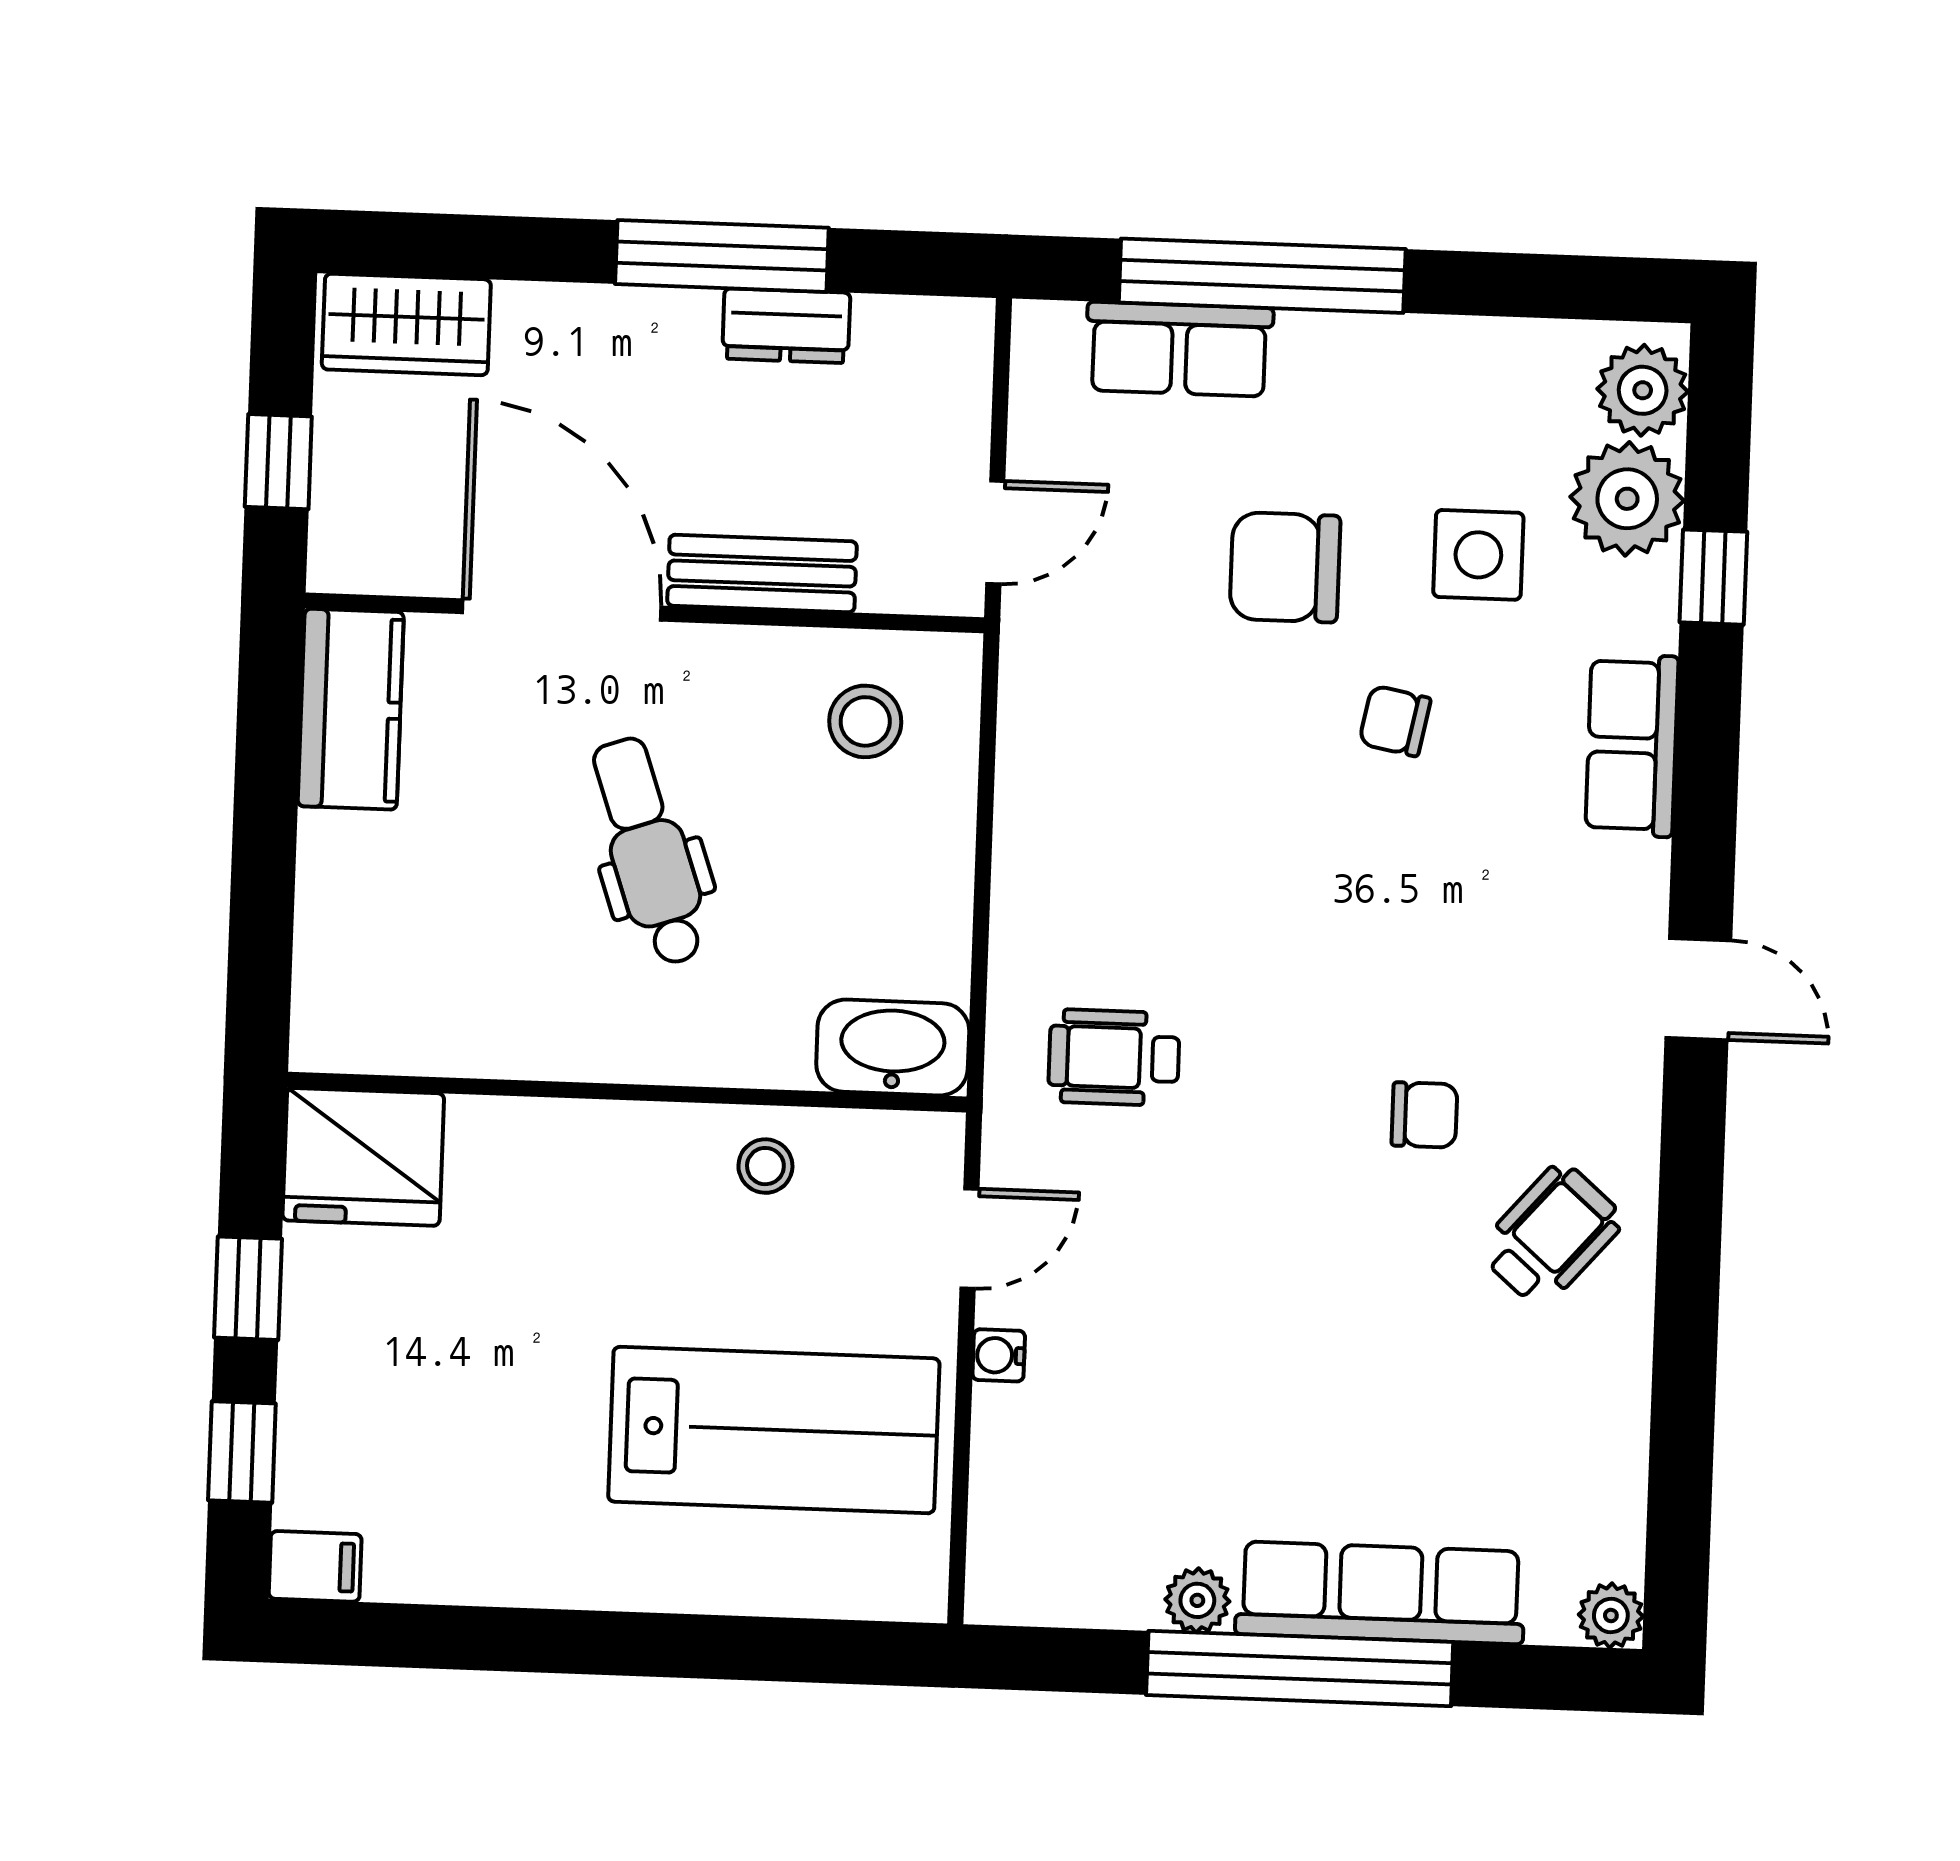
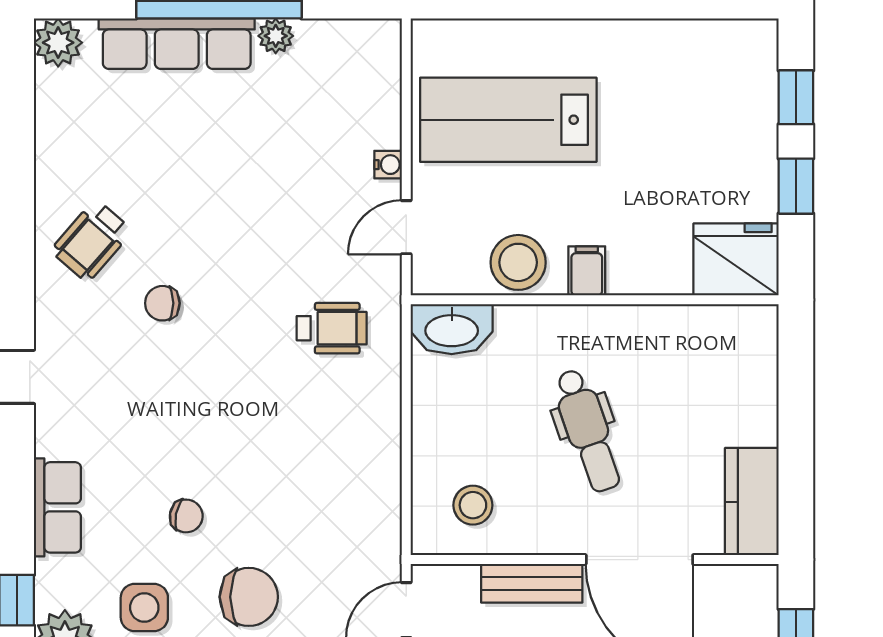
stool: (765, 1166) -> (518, 262), width x1.89, depth x1.89
filing cabinet: (315, 1566) -> (587, 271), moved, turned 90
plant: (1611, 1615) -> (58, 43), width x1.38, depth x1.38

